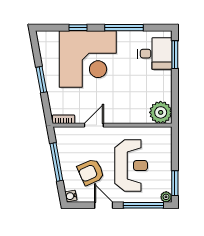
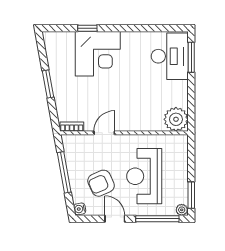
window: (124, 28) -> (137, 28), removed
desk: (155, 54) -> (170, 56), width x1.37
corner desk: (88, 59) -> (98, 54), width x0.74, depth x0.74
reception desk: (131, 166) -> (144, 176), turned 180

